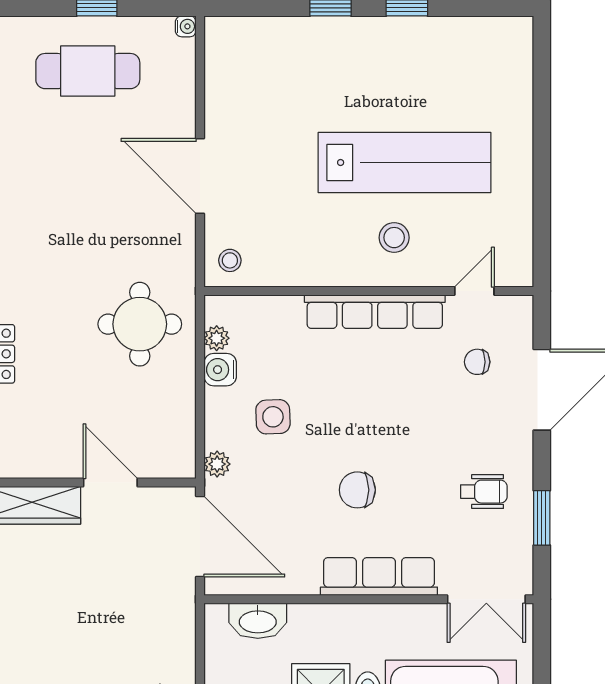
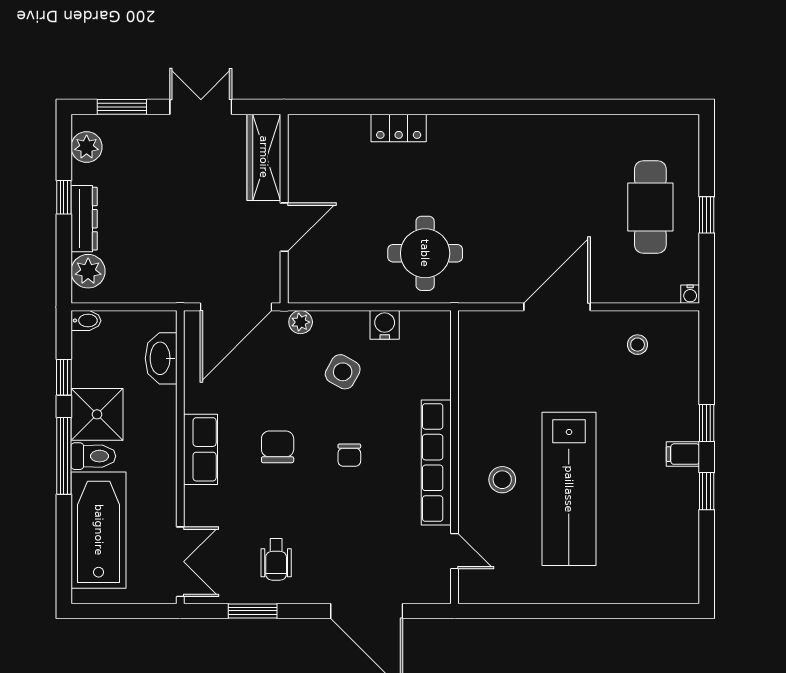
filing cabinet: (365, 35) -> (683, 454), added
stool: (230, 260) -> (638, 345), moved
plant: (217, 338) -> (413, 322), removed
chair: (477, 362) -> (349, 455), moved, turned 180
side table: (273, 417) -> (343, 372), turned 31
row of seats: (379, 576) -> (201, 449), width x0.68
double door: (486, 599) -> (180, 562), swing flipped

